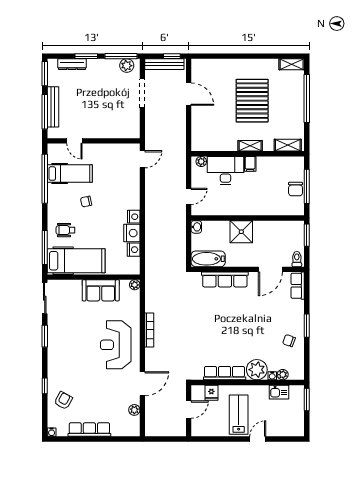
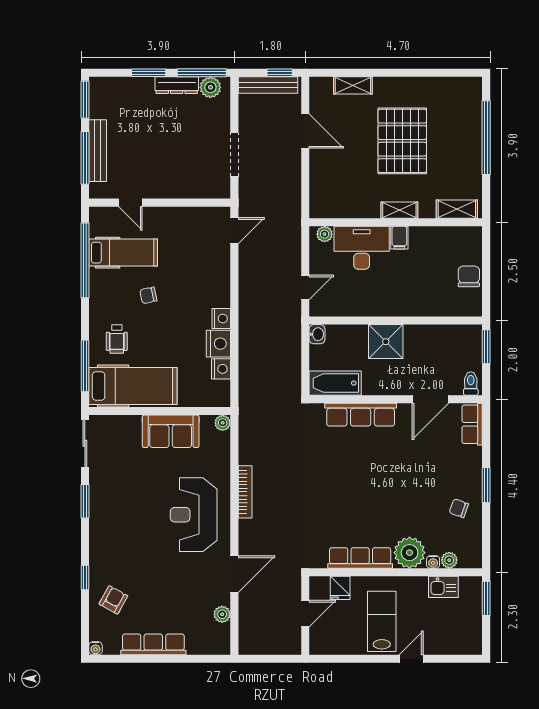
dresser: (72, 64) -> (177, 85), moved
shelving: (292, 64) -> (353, 85), moved
doorway: (142, 93) -> (234, 155), moved
window: (307, 186) -> (486, 272), removed
chair: (296, 189) -> (469, 276), turned 180
wheelchair: (66, 230) -> (117, 339), turned -90

